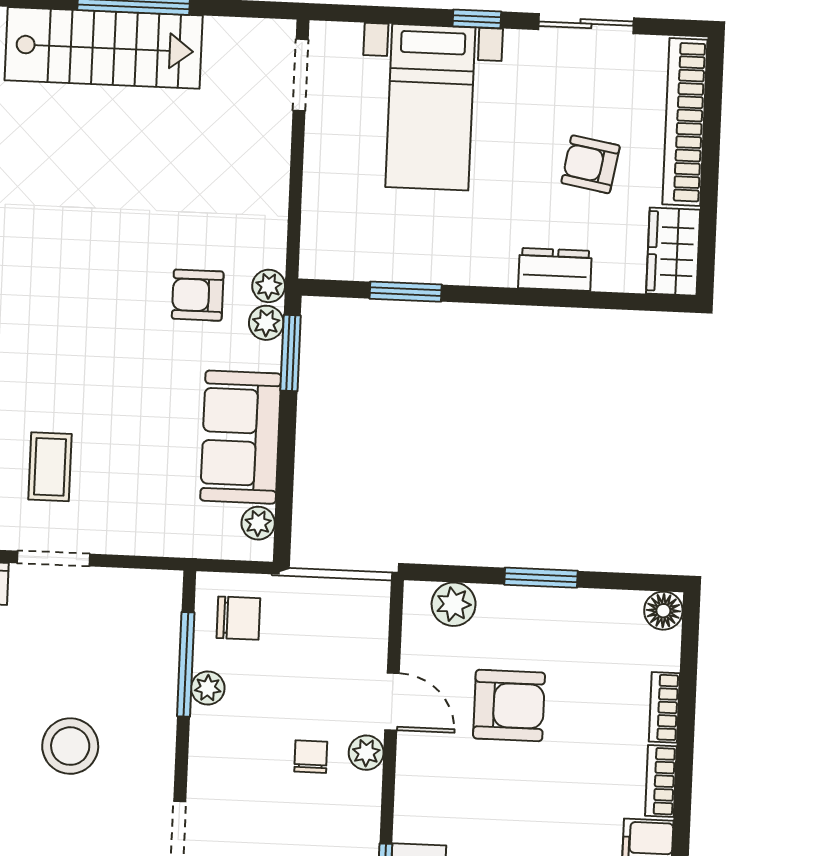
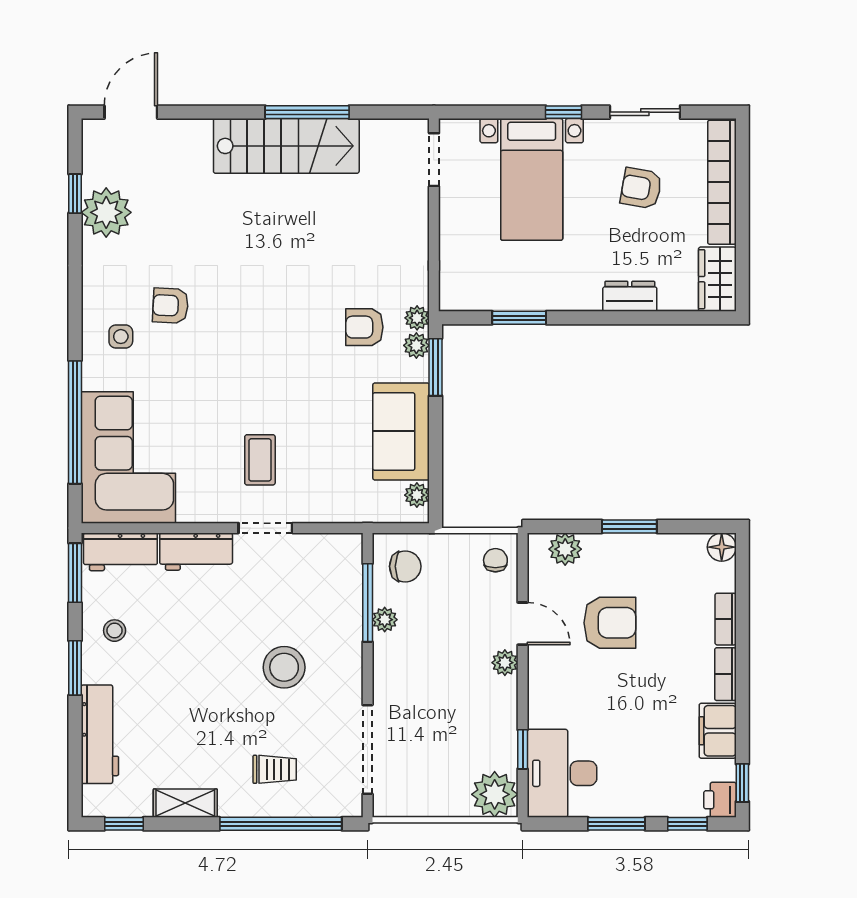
armchair: (591, 164) -> (641, 188), moved
chair: (311, 757) -> (495, 560), moved

